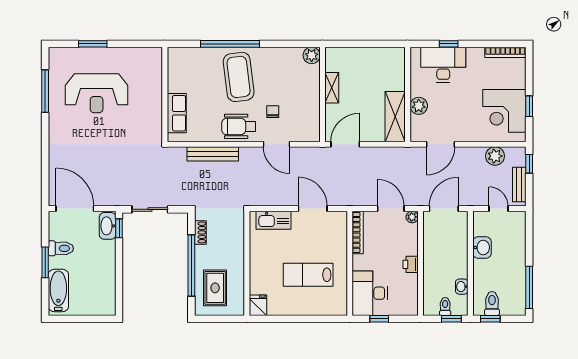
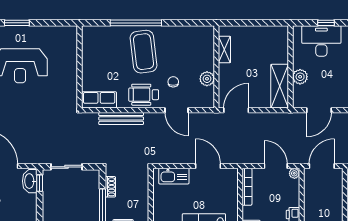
plant: (312, 55) -> (207, 79), moved
shelving: (332, 88) -> (224, 50), moved
row of seats: (177, 113) -> (99, 100), moved, turned -90

